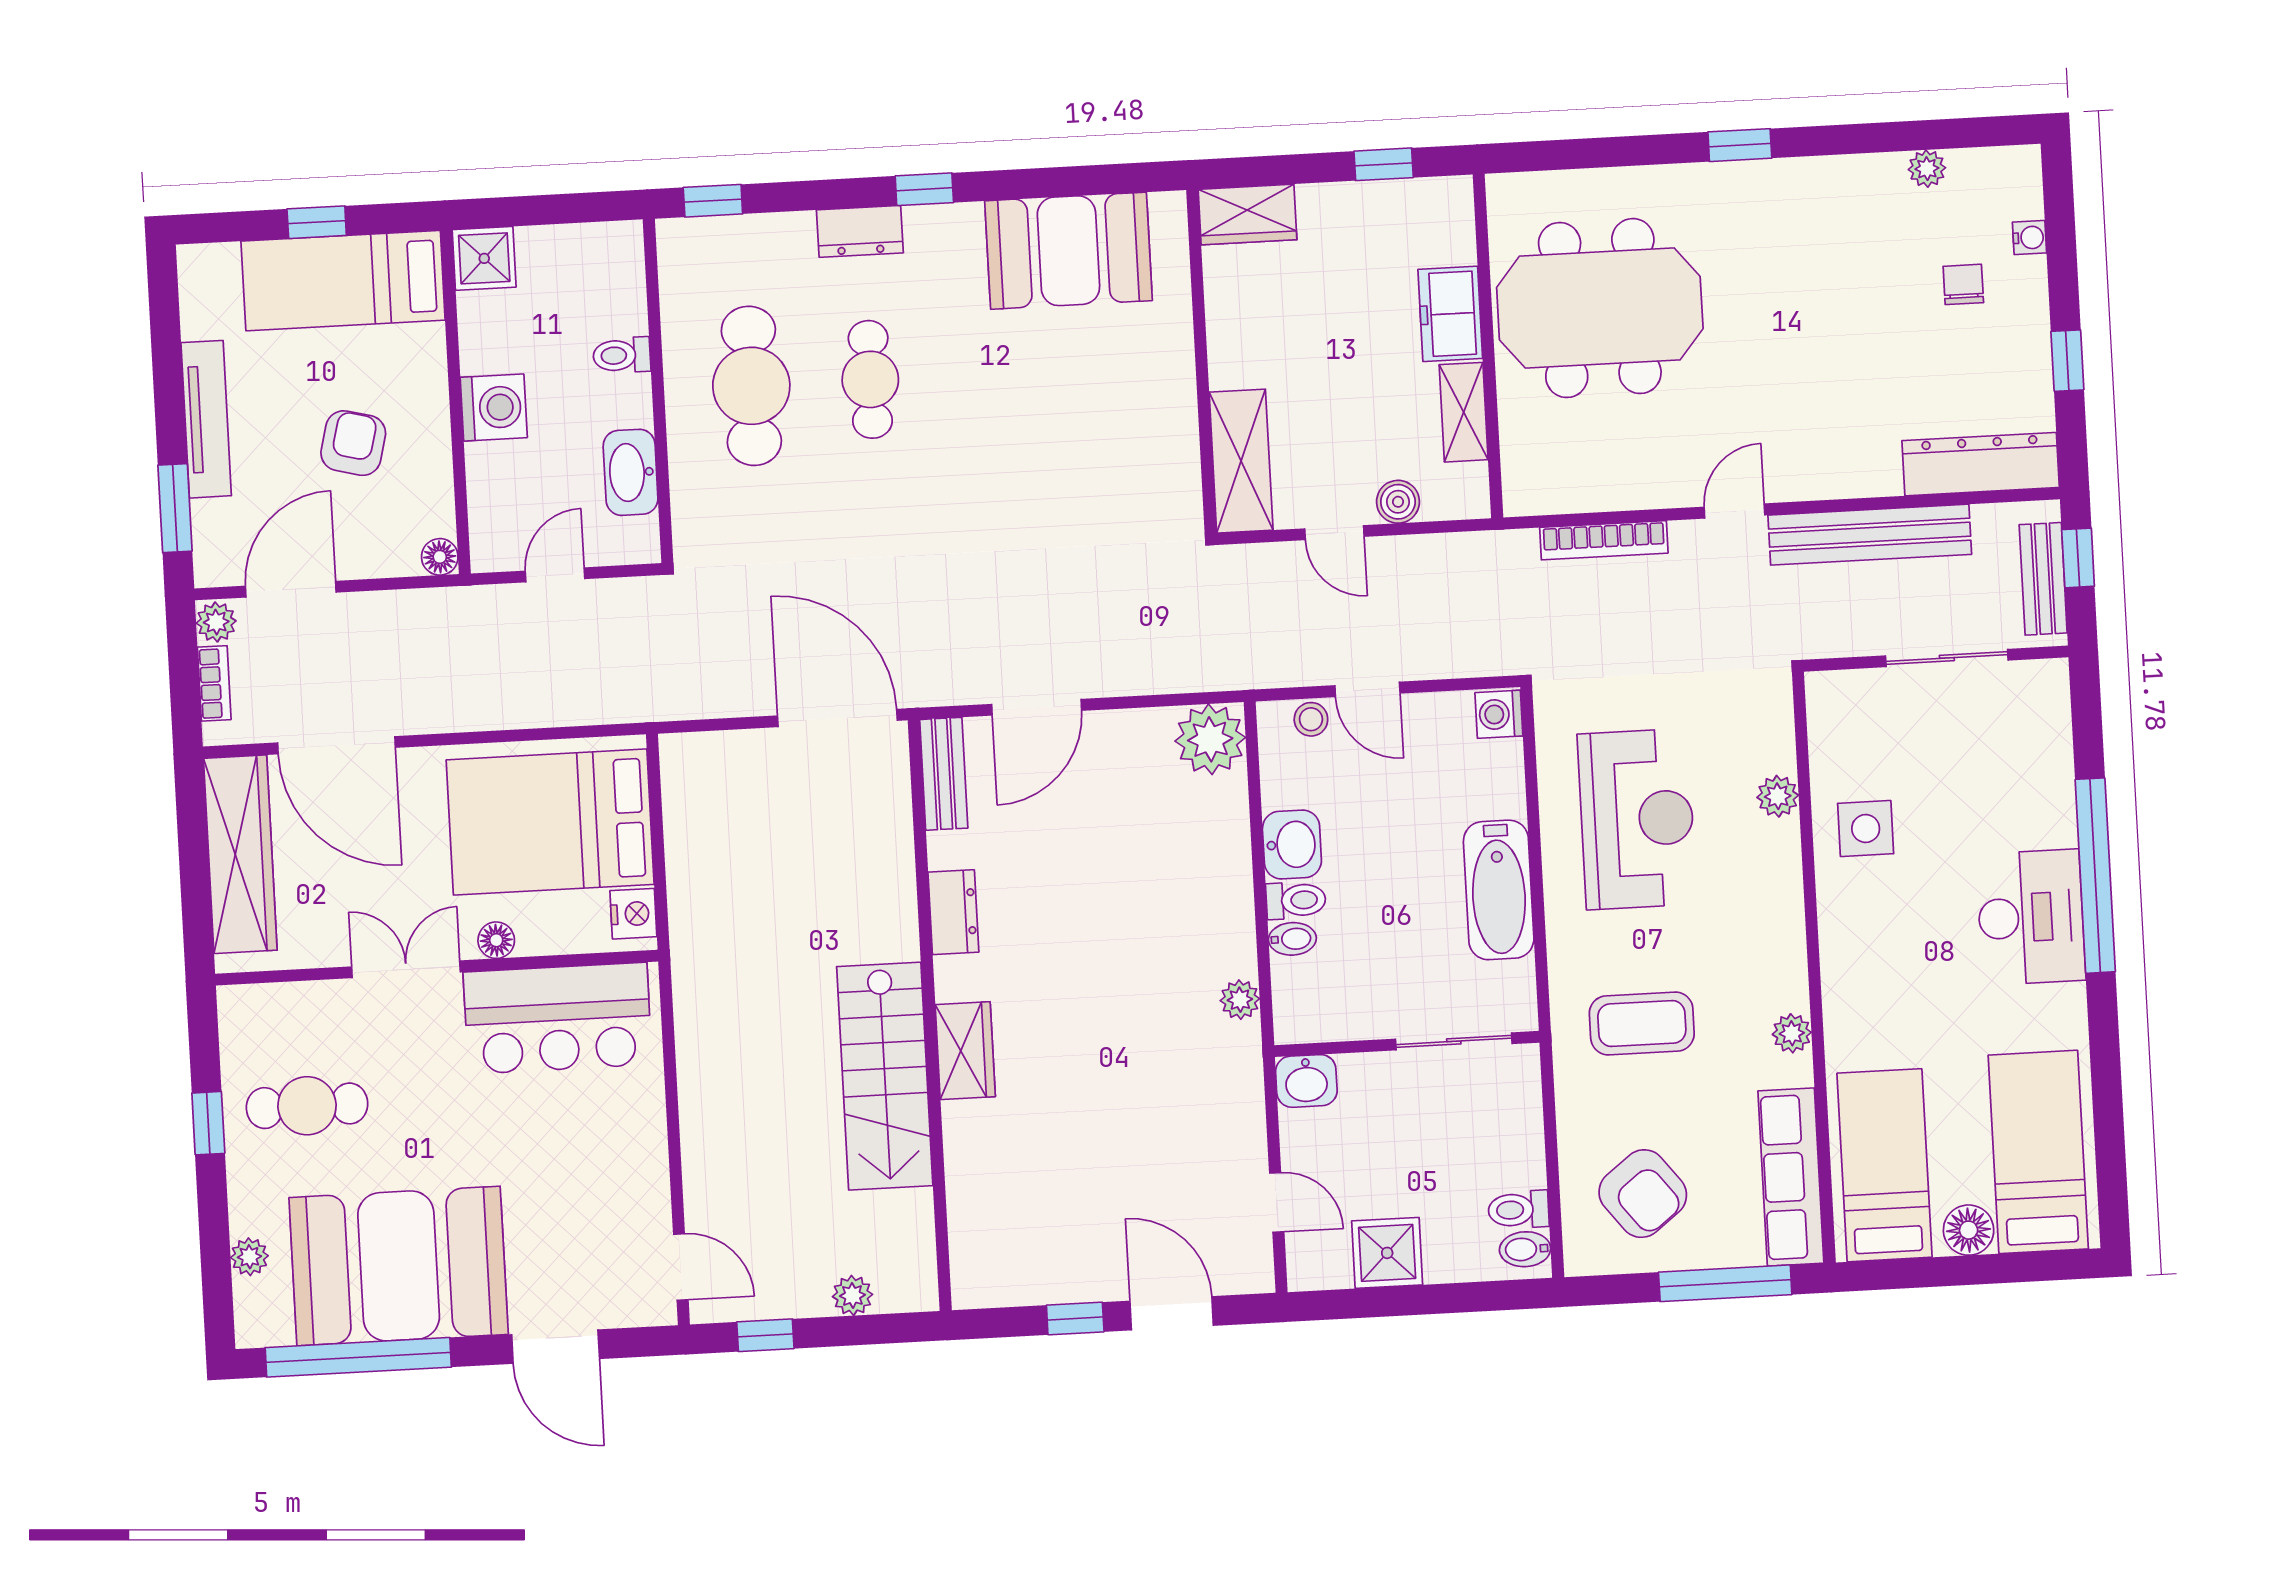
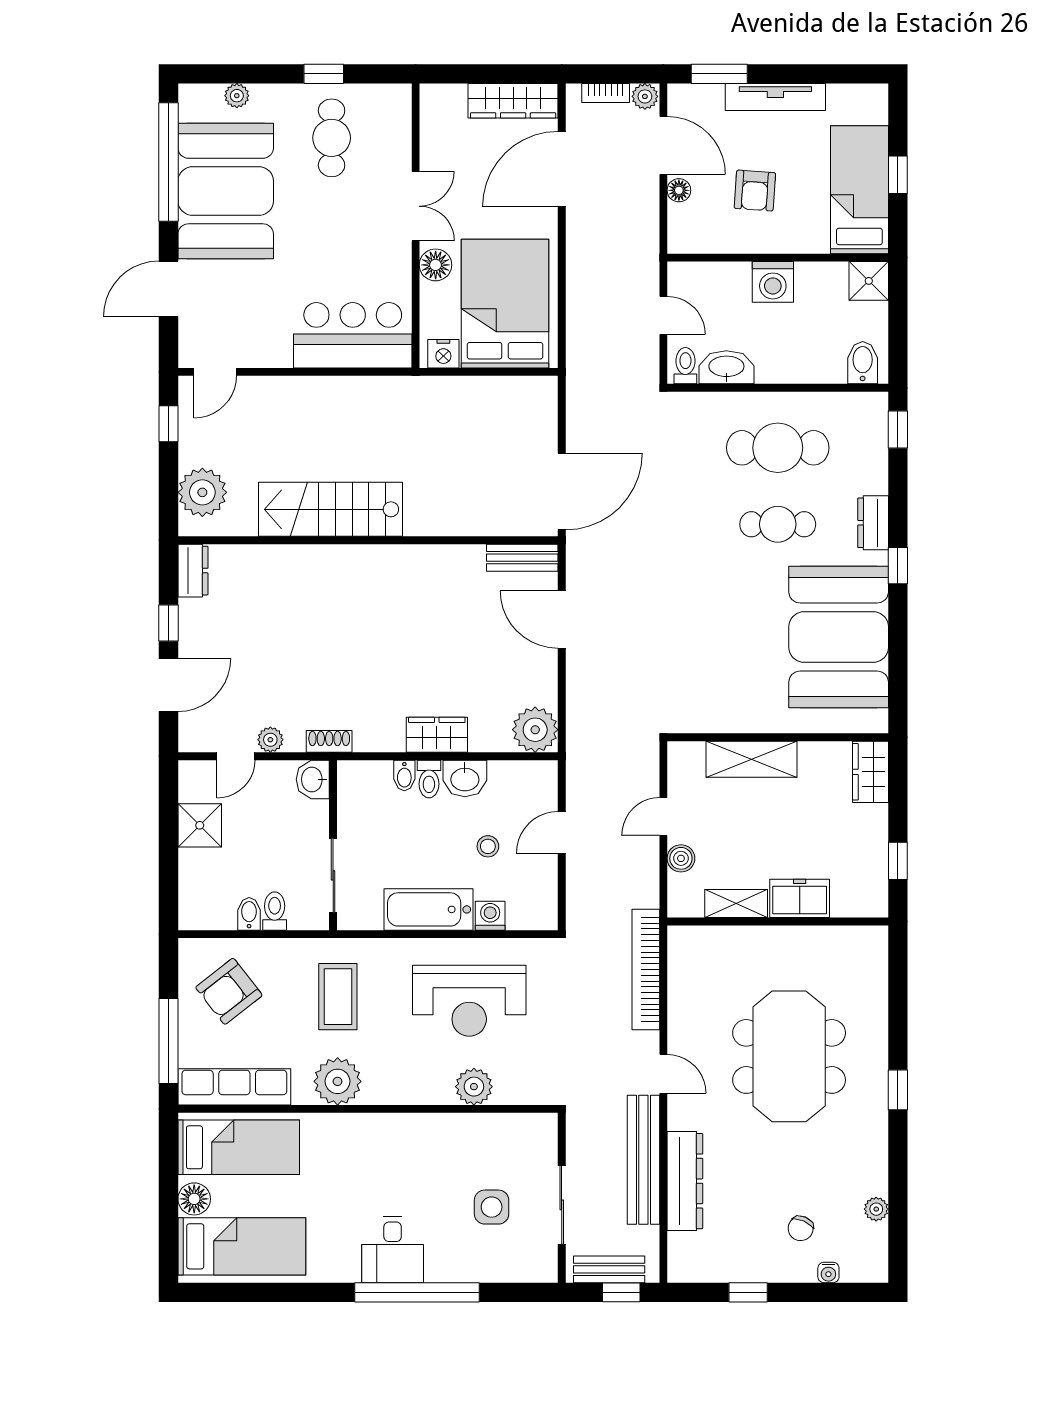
booth: (1068, 251) -> (839, 637), width x1.36, depth x1.42
bidet: (612, 261) -> (863, 363), added
chair: (1963, 284) -> (801, 1228), turned 114
meeting table: (1600, 308) -> (789, 1056), moved
toilet: (622, 355) -> (685, 366), moved
armchair: (353, 443) -> (755, 191), turned 80
shelving: (1241, 461) -> (751, 759), moved
dresser: (1981, 464) -> (685, 1181), moved
bookcase: (1604, 540) -> (646, 969), width x1.48, depth x1.31
floor lamp: (440, 557) -> (679, 190), moved
washing machine: (1499, 714) -> (490, 916), moved
stool: (1311, 719) -> (488, 846), moved
plant: (1778, 796) -> (474, 1087), width x1.38, depth x1.38
side table: (1866, 829) -> (492, 1207), moved
wardrobe: (240, 854) -> (513, 101), width x0.71, depth x0.85
dresser: (953, 912) -> (193, 571), moved, turned -90
desk: (2031, 917) -> (393, 1250), width x0.73
floor lamp: (496, 940) -> (436, 265), width x1.37, depth x1.37
plant: (1240, 1000) -> (270, 740), moved
bar counter: (558, 1018) -> (353, 335), moved, turned 90
plant: (1792, 1033) -> (338, 1081), width x1.87, depth x1.87
wardrobe: (965, 1051) -> (437, 735), moved, turned 180
shoe rack: (1246, 1059) -> (329, 741), added
toilet: (1519, 1210) -> (275, 911), moved
bidet: (1525, 1249) -> (249, 914), moved
plant: (852, 1295) -> (202, 492), width x1.88, depth x1.88

